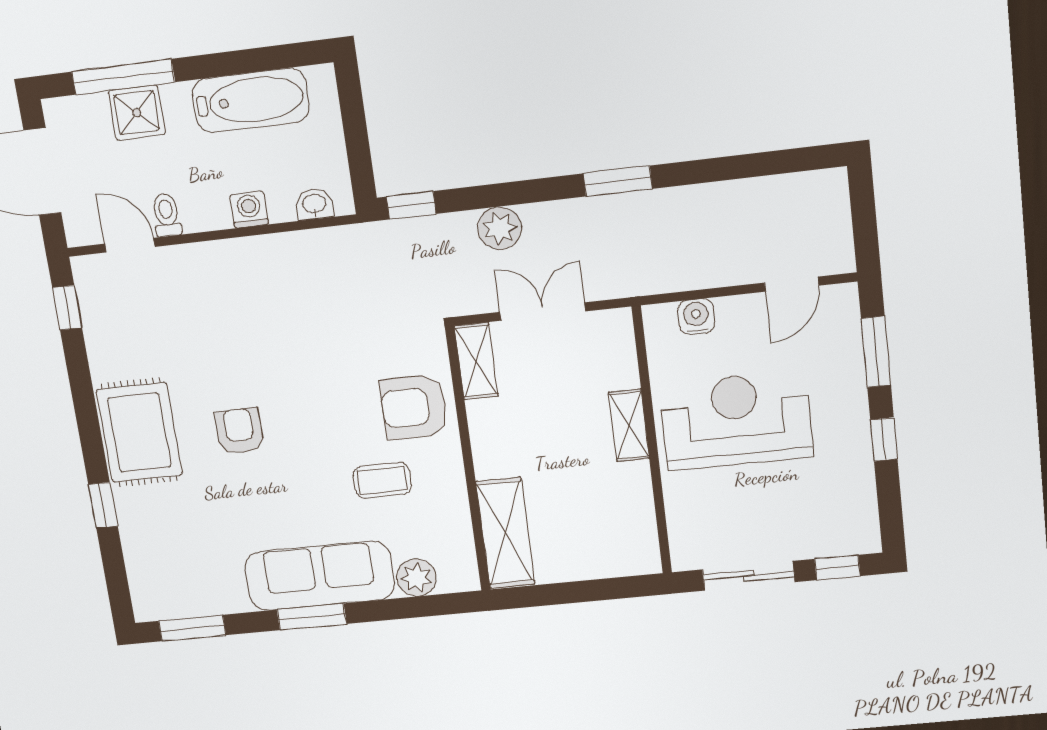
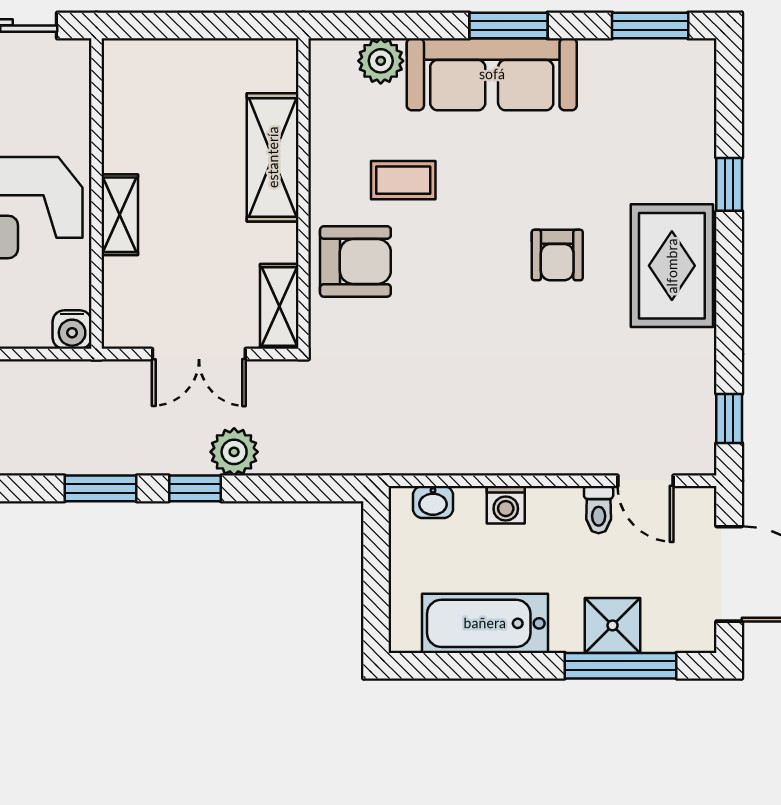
window: (411, 205) -> (195, 488), moved
water cooler: (696, 317) -> (72, 330), moved
shelving: (505, 533) -> (273, 157), moved

